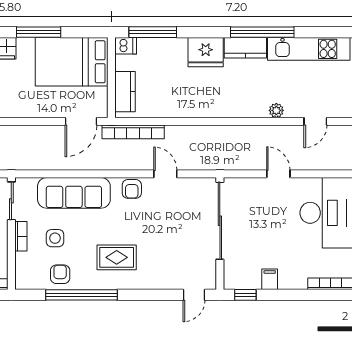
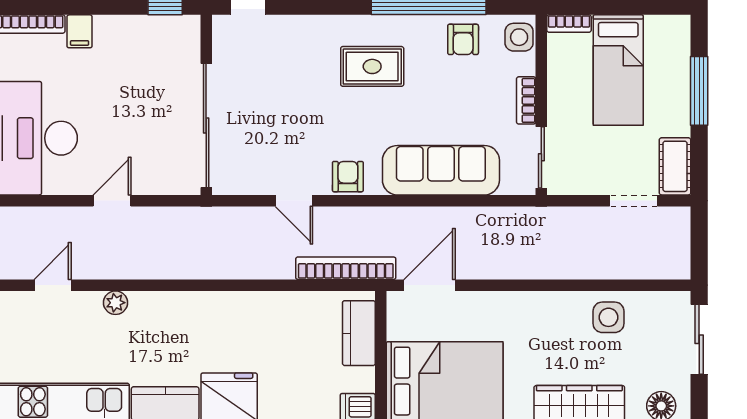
door: (278, 174) -> (112, 201), swing flipped
side table: (55, 238) -> (519, 37), moved
filing cabinet: (270, 279) -> (80, 31), moved

